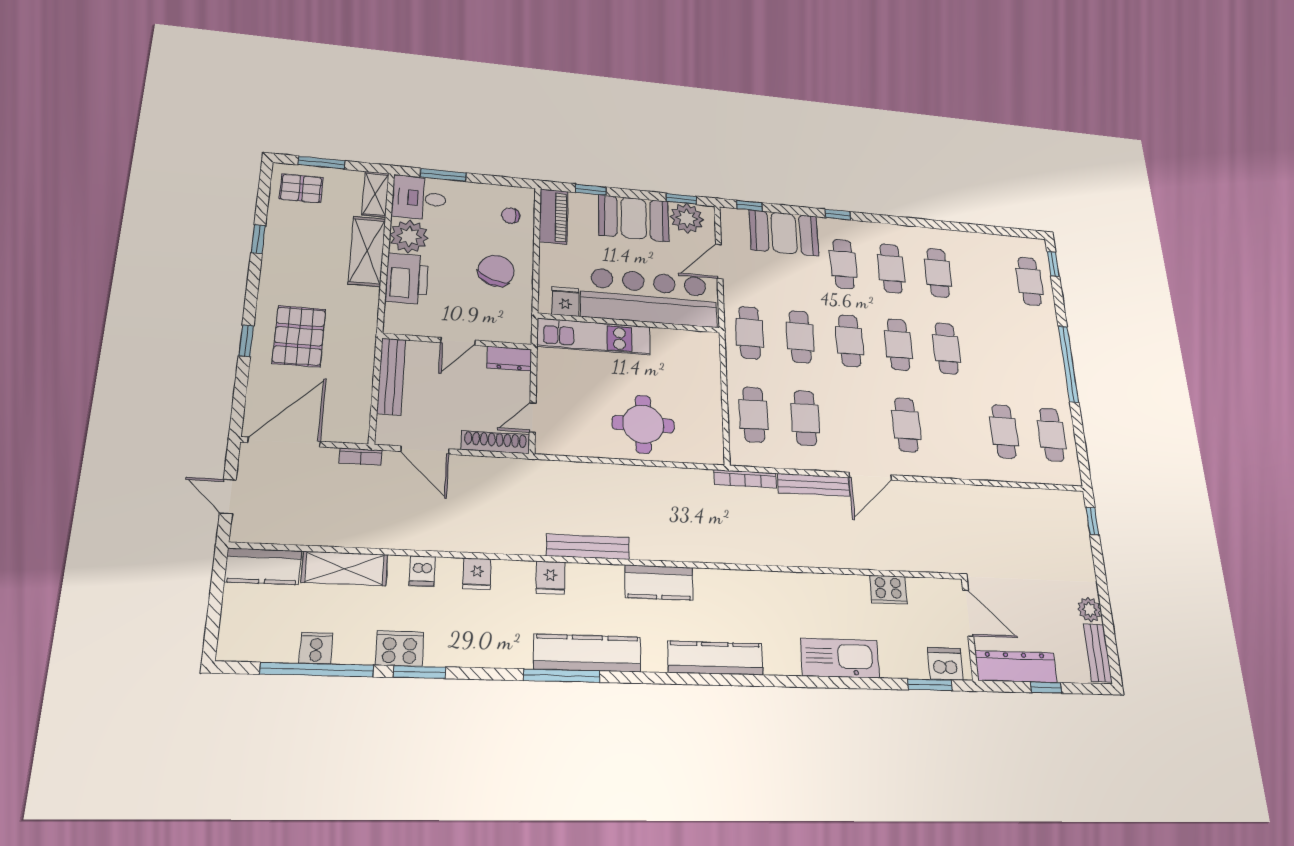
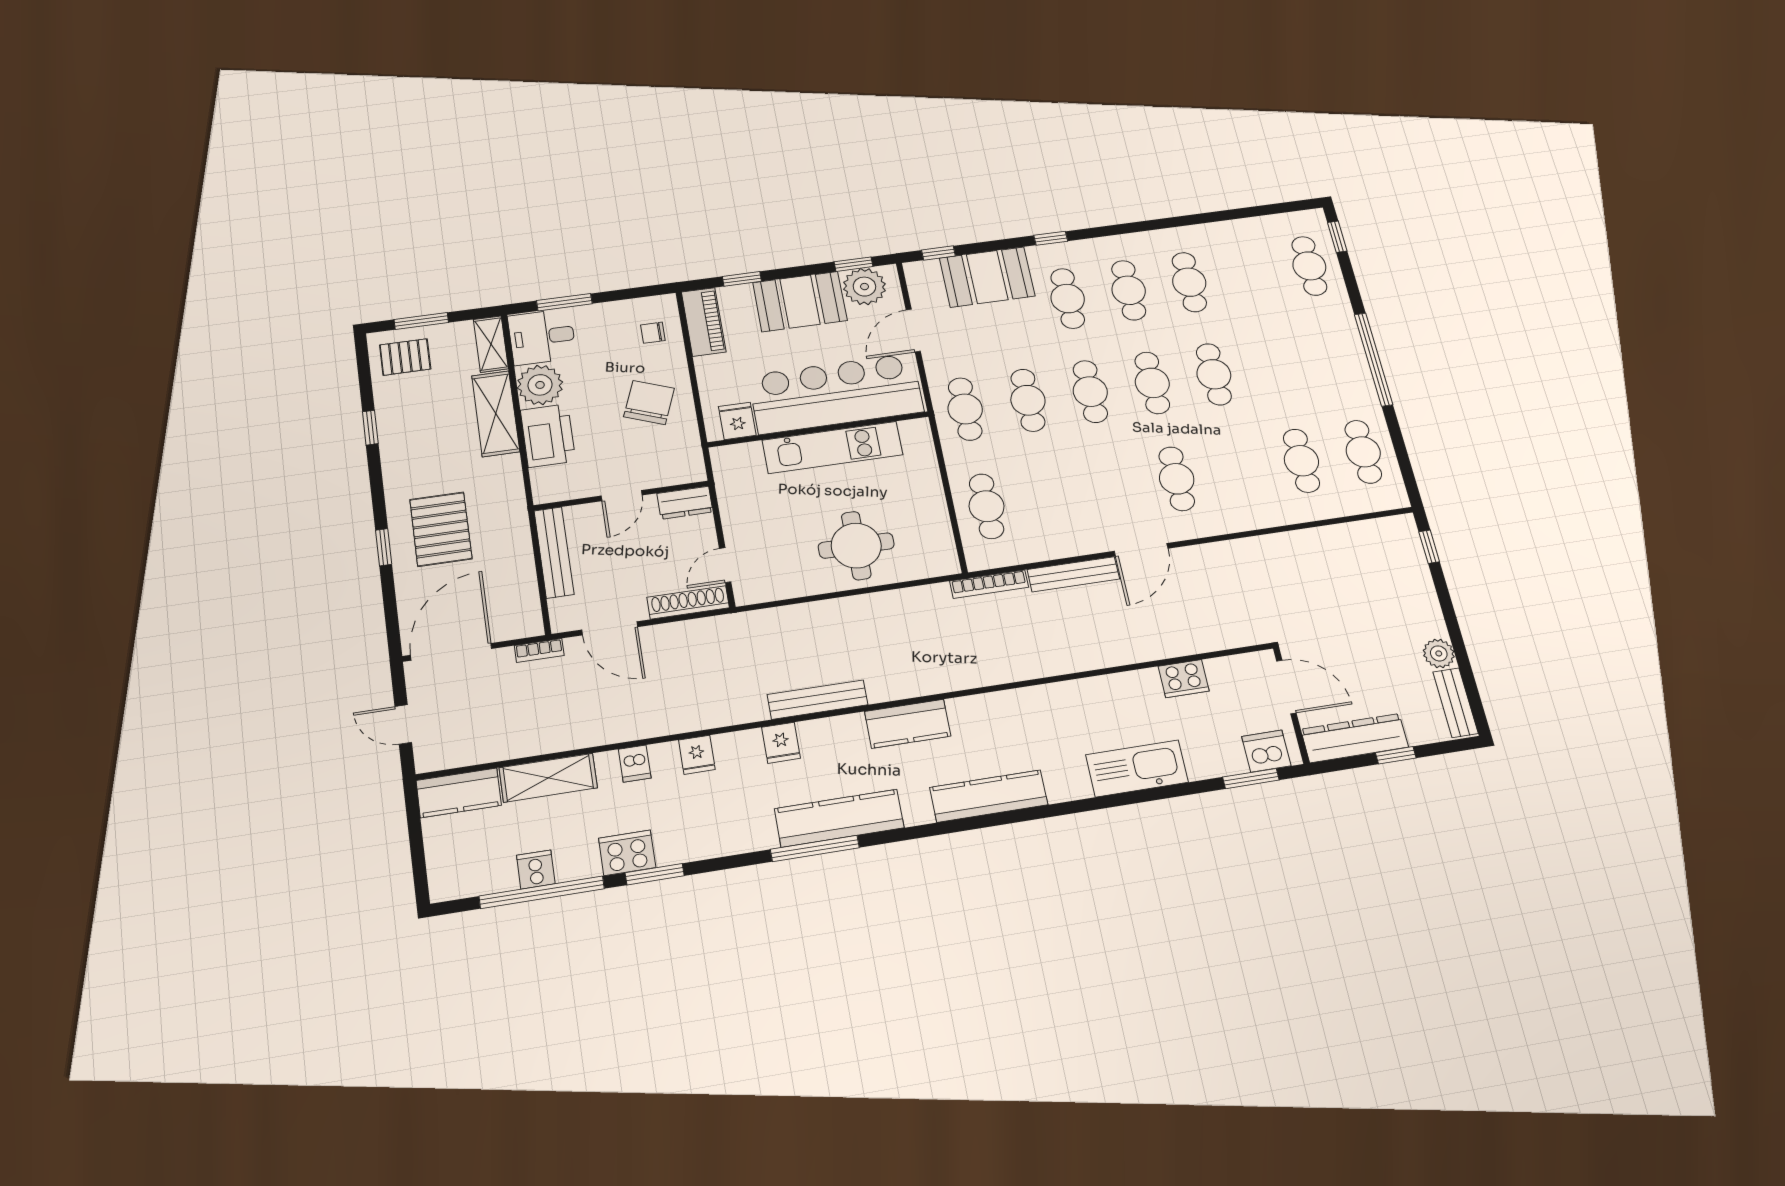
kitchen unit: (594, 337) -> (833, 447), moved
cafe table: (805, 418) -> (1050, 497), removed

